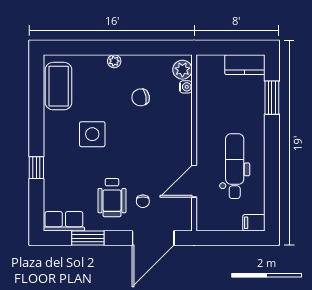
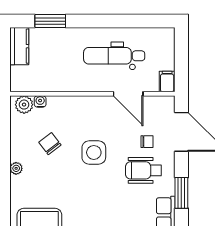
chair: (141, 97) -> (50, 144), turned 153
side table: (92, 134) -> (94, 152), moved
wheelchair: (112, 198) -> (143, 170), turned 180
filing cabinet: (254, 223) -> (167, 81), moved, turned 180

